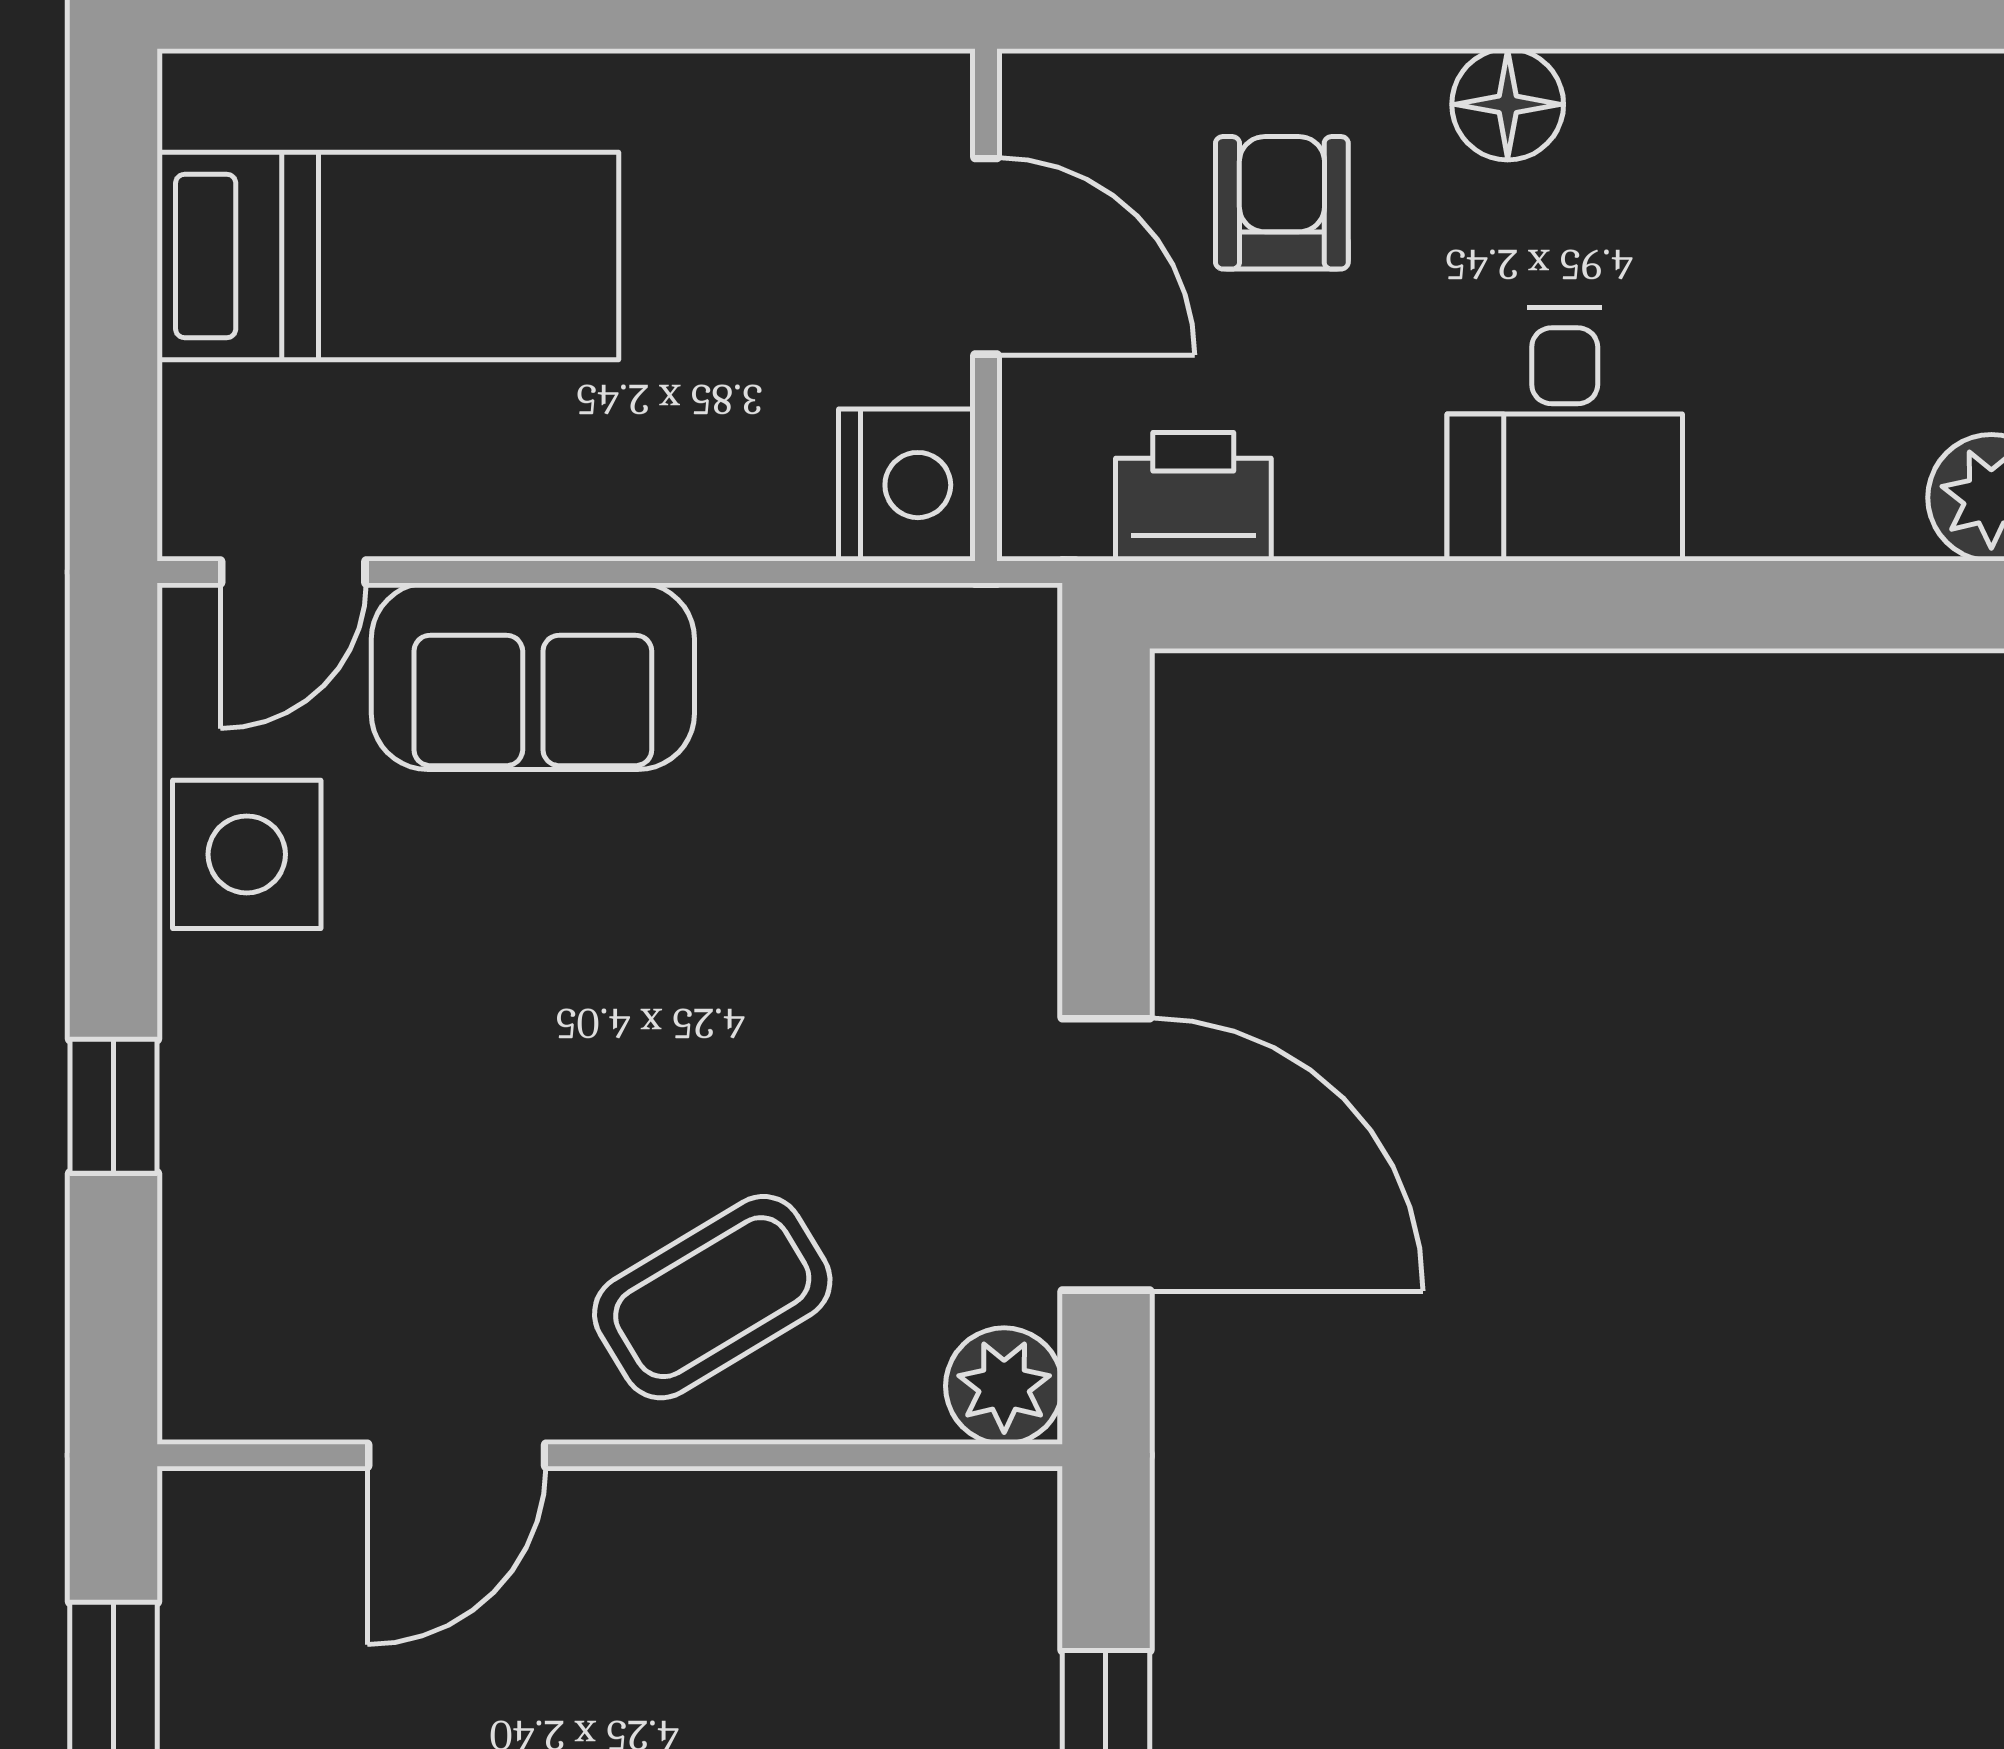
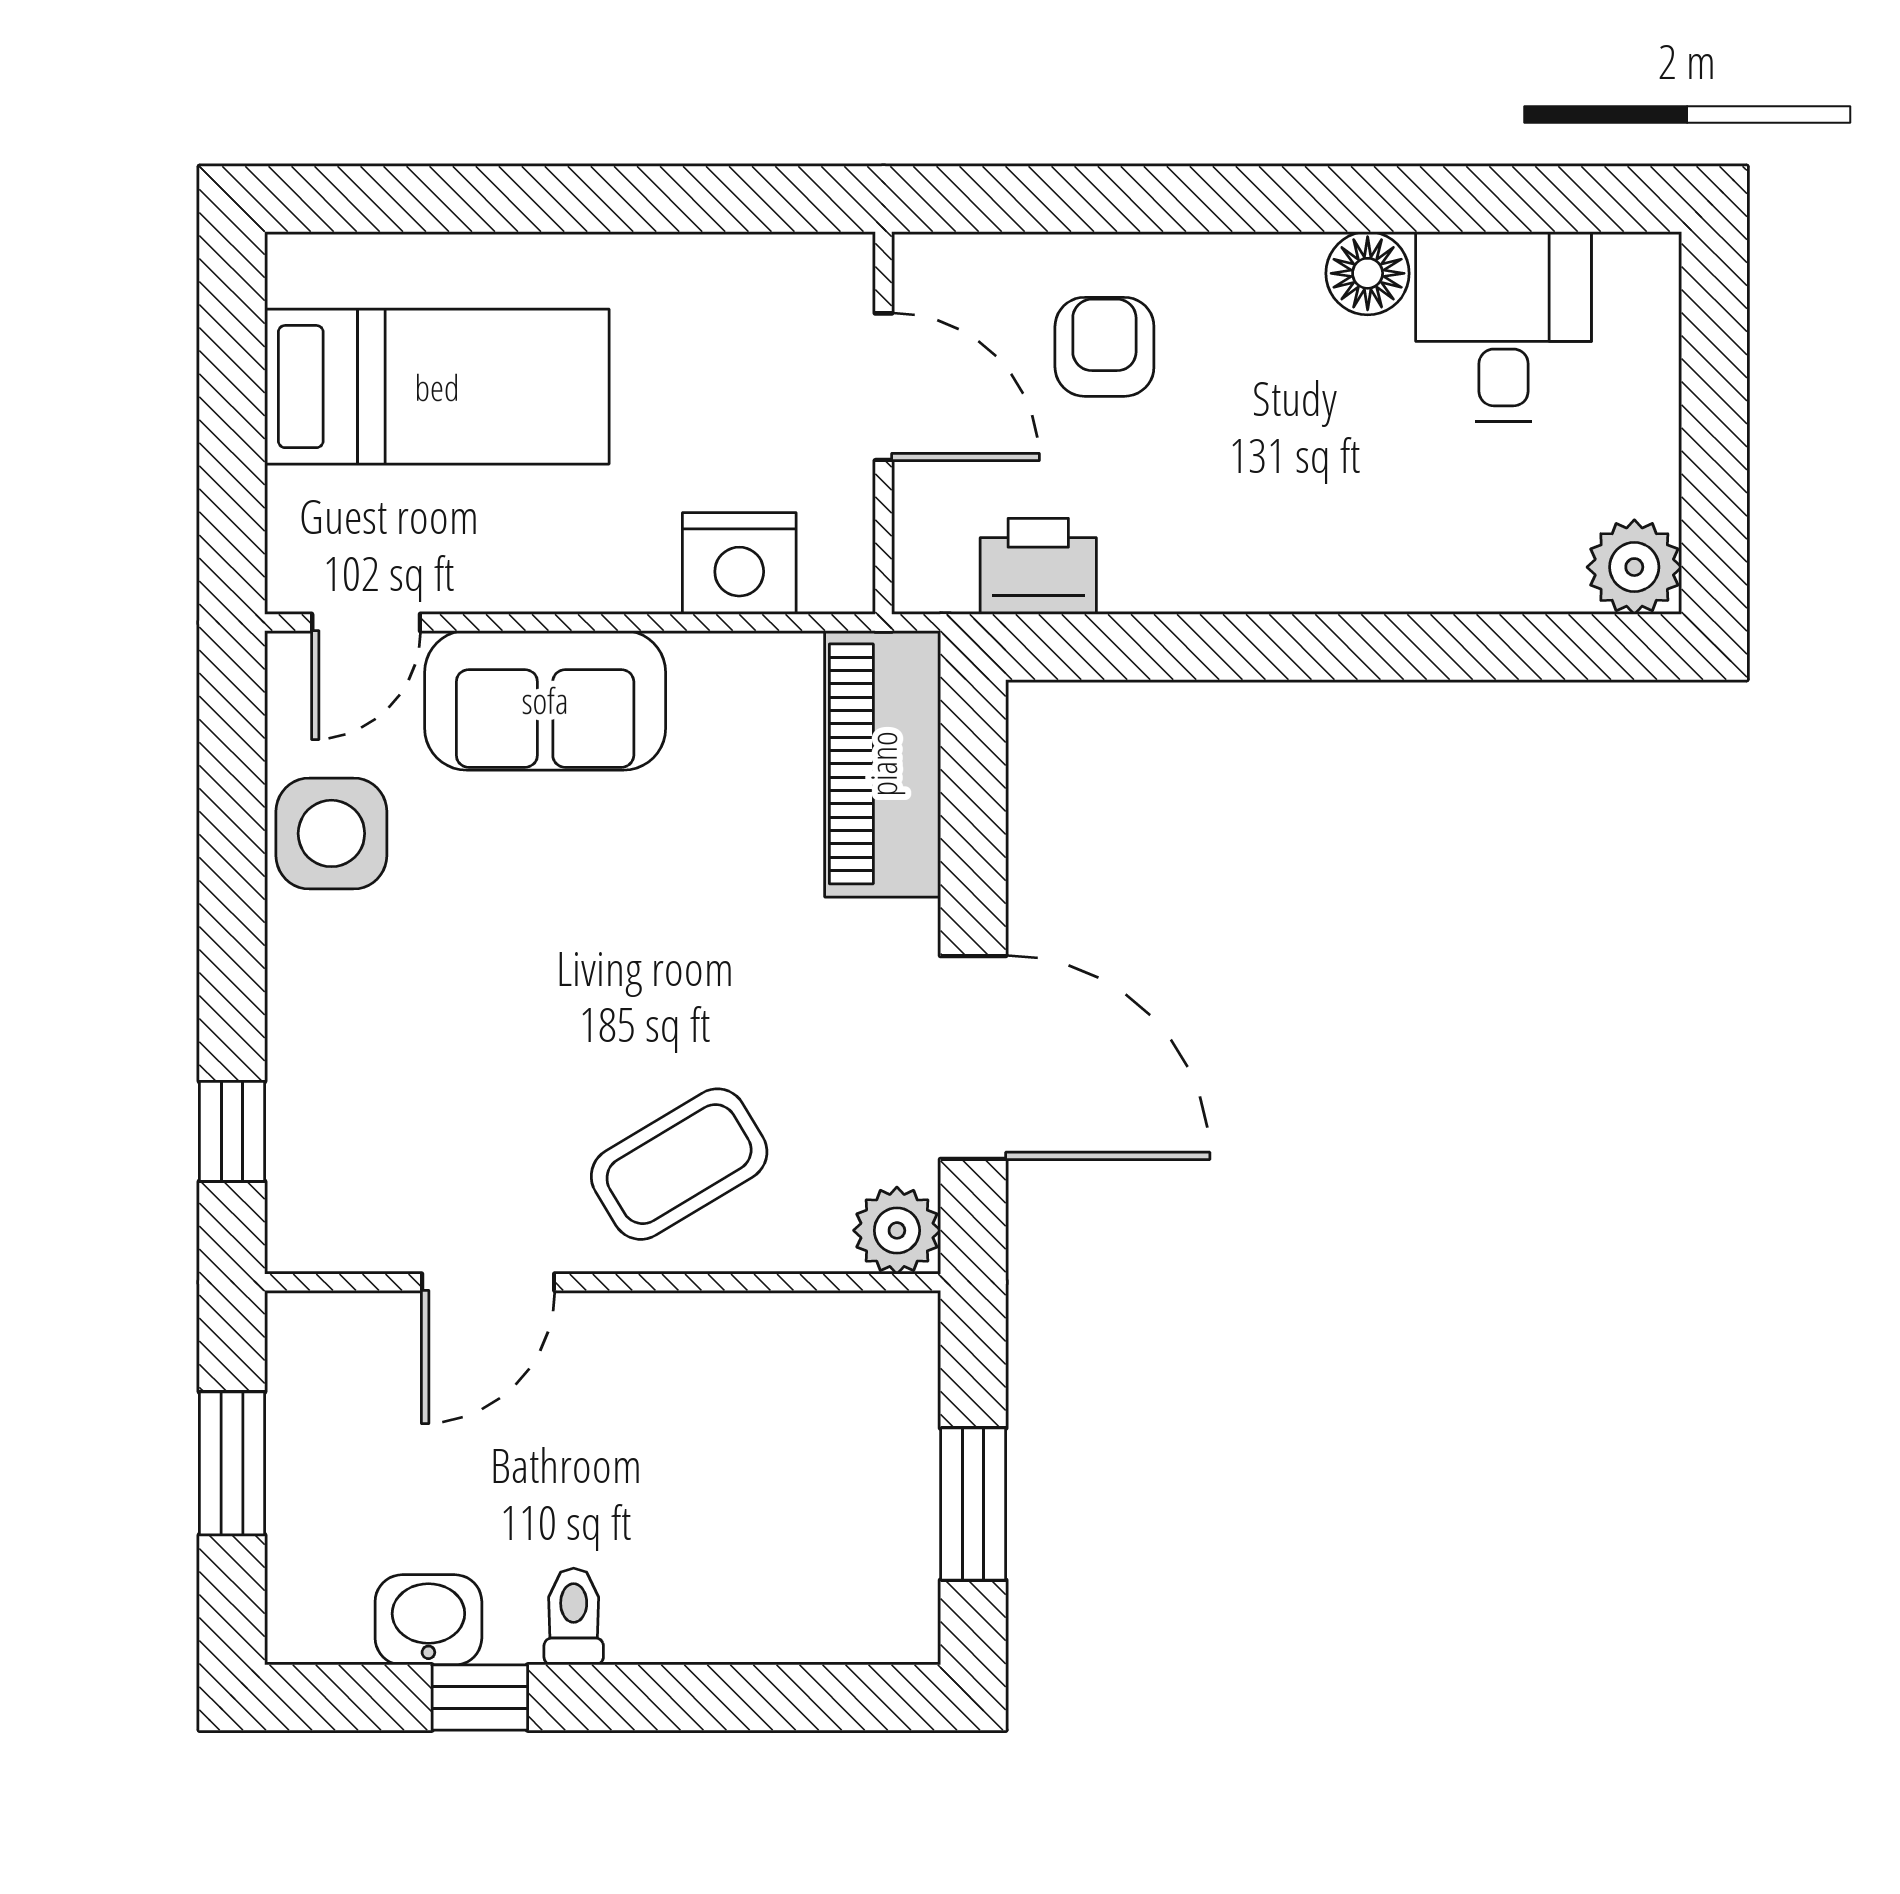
floor lamp: (1508, 104) -> (1368, 273), moved
desk: (1565, 434) -> (1504, 326), moved, turned 180
nightstand: (907, 485) -> (739, 563), moved, turned 90
piano: (985, 761) -> (883, 764), added
window: (114, 1106) -> (232, 1131), moved

